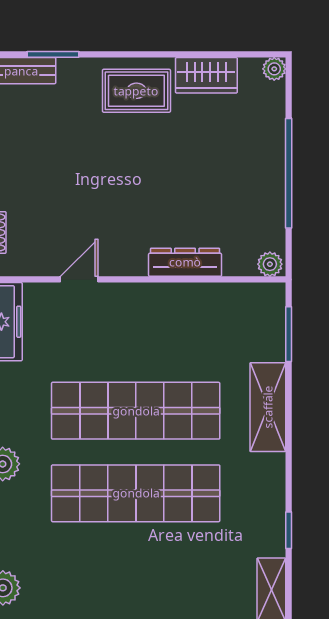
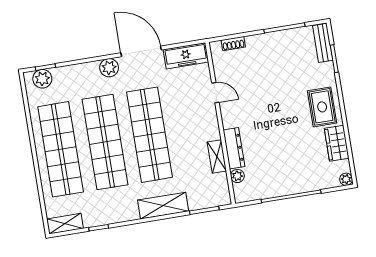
plant: (270, 264) -> (237, 176), moved
shelving: (195, 296) -> (217, 157), added
shop shelf: (136, 576) -> (61, 149), added

